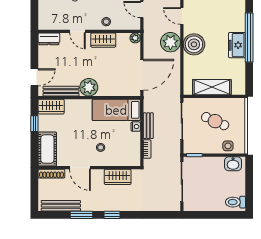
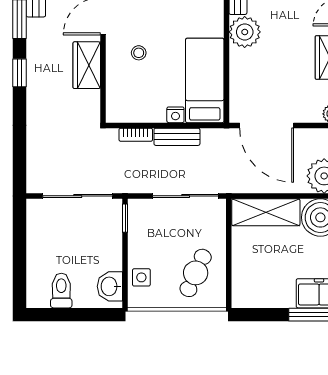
shelving: (212, 87) -> (266, 212), moved, turned 90
cafe table: (215, 121) -> (196, 273), moved
wardrobe: (118, 177) -> (87, 65), moved
toilet: (235, 202) -> (61, 291), moved

